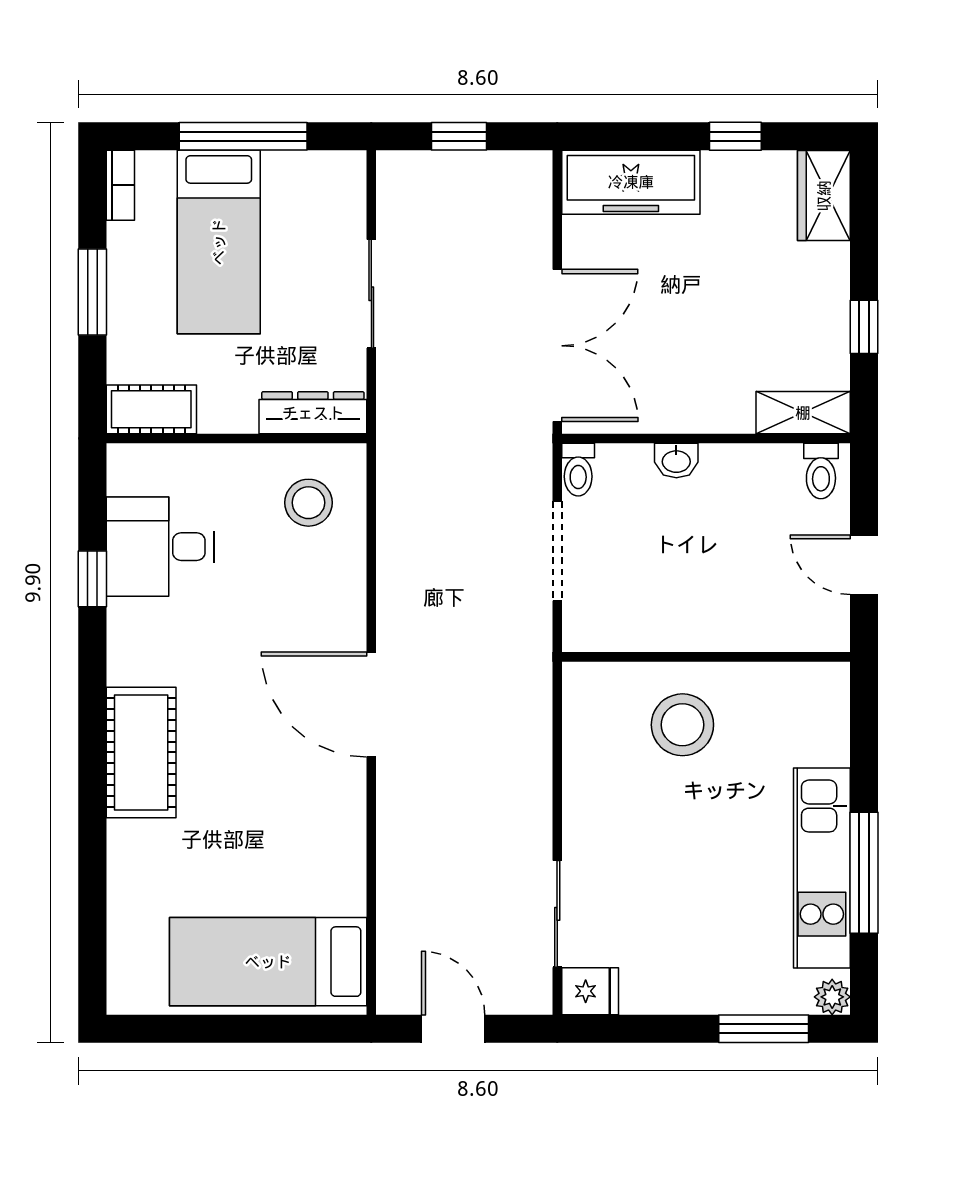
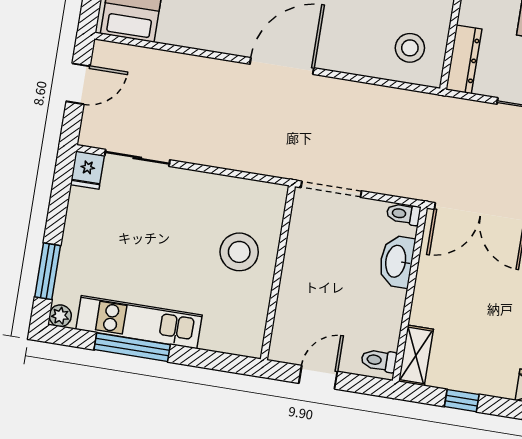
washbasin: (676, 461) -> (397, 261), width x1.91, depth x1.45
doorway: (557, 551) -> (331, 189), moved

